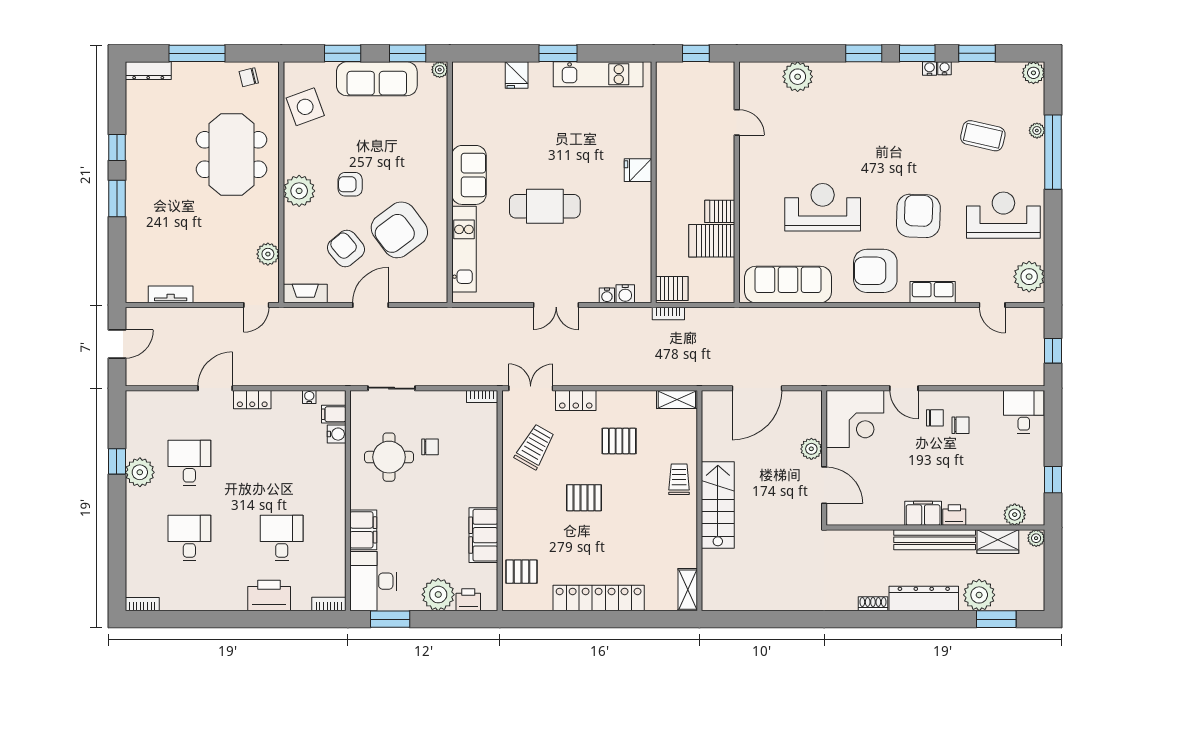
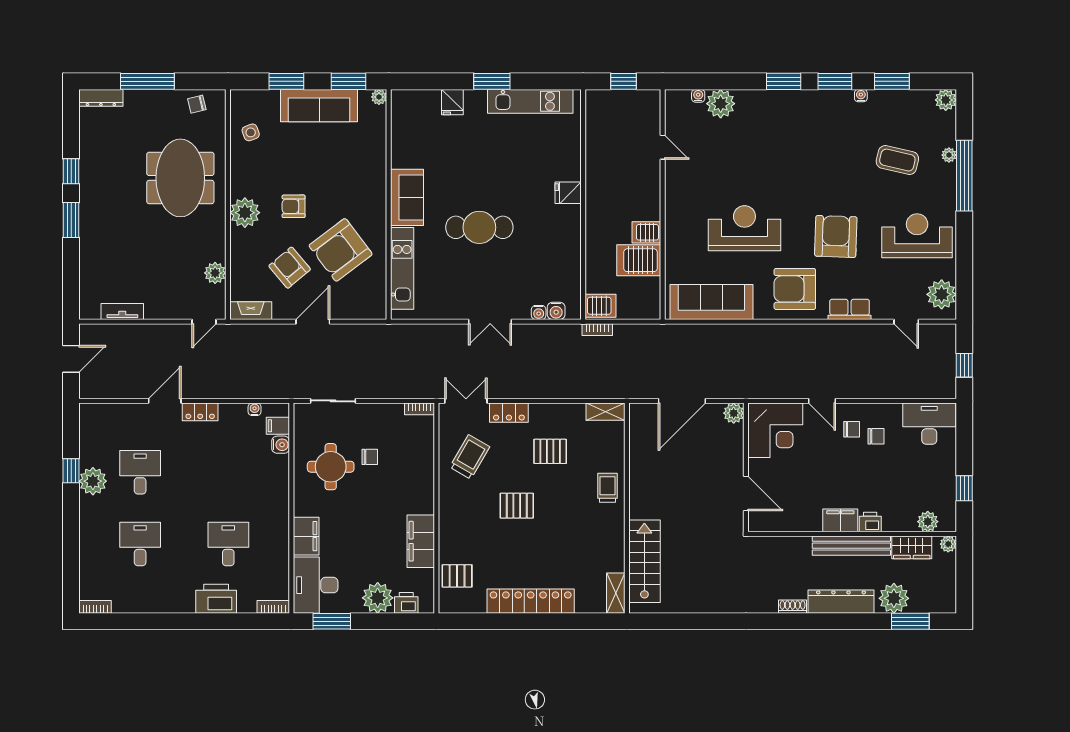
water cooler: (929, 68) -> (698, 96), moved
side table: (305, 107) -> (251, 132), width x0.54, depth x0.54
desk: (1024, 412) -> (929, 424), width x1.37
plant: (811, 449) -> (734, 413), moved
stairs: (718, 505) -> (644, 561), moved

